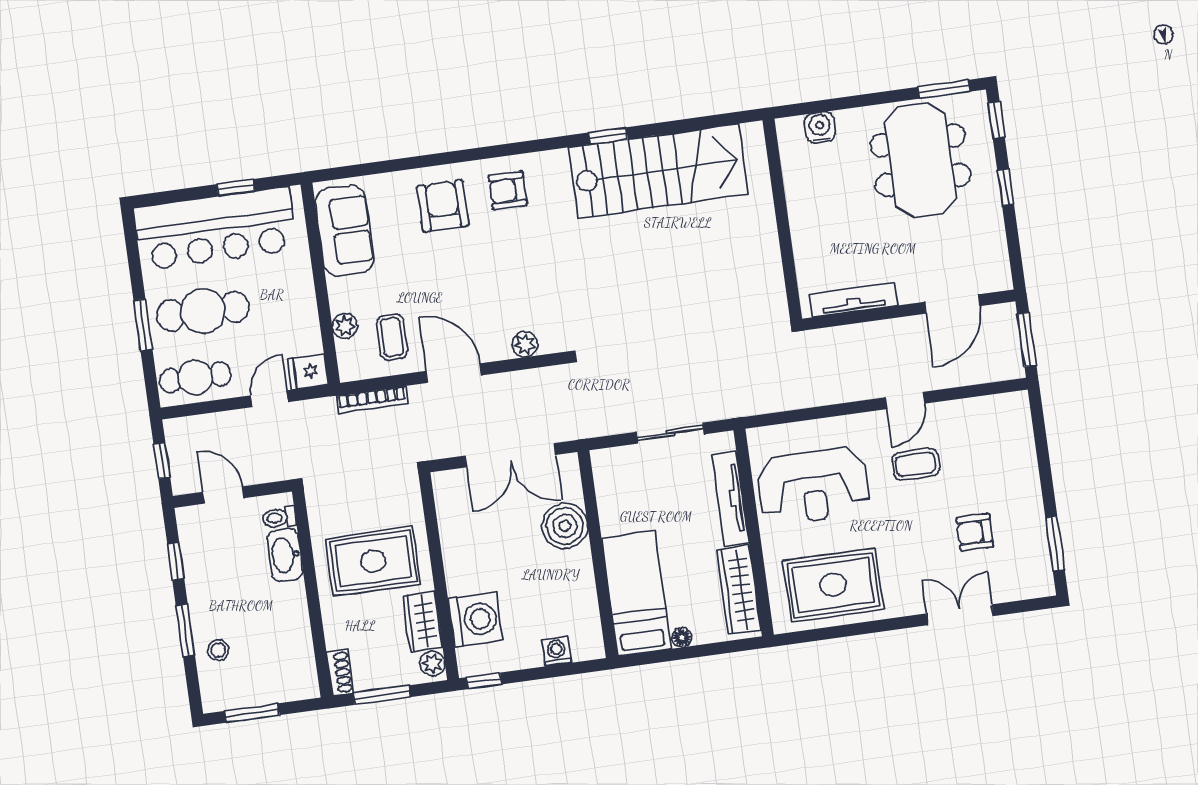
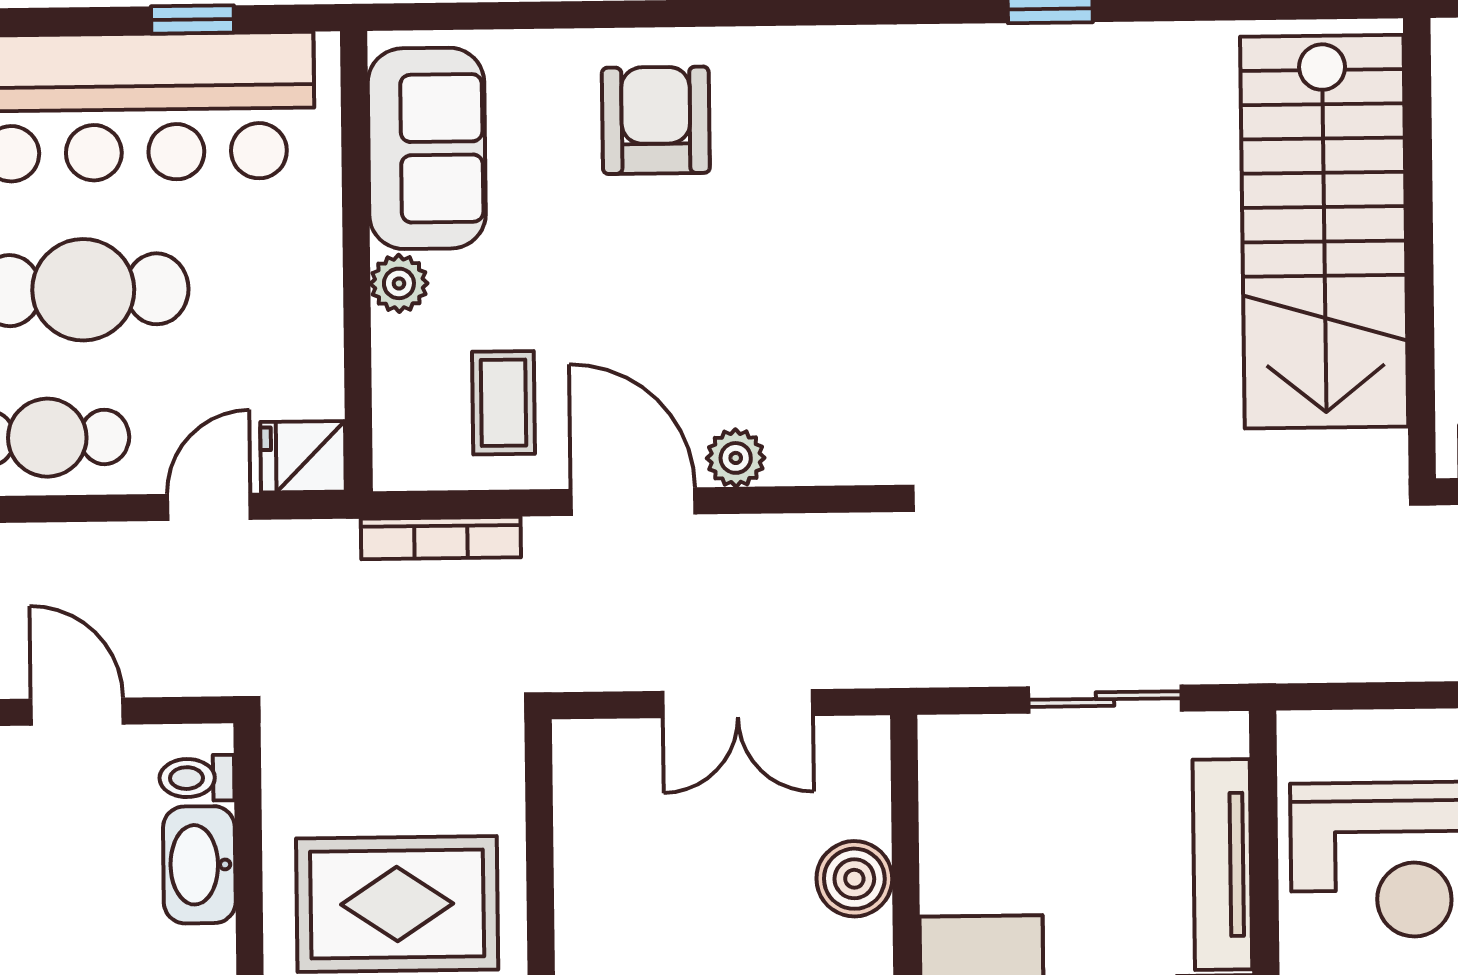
stairs: (658, 171) -> (1324, 232), moved, turned 90
armchair: (508, 191) -> (807, 104), removed
plant: (345, 326) -> (399, 283), moved
plant: (525, 344) -> (736, 458), moved
double door: (510, 455) -> (738, 704), width x0.73
boiler: (565, 526) -> (854, 879), width x0.73, depth x0.73

